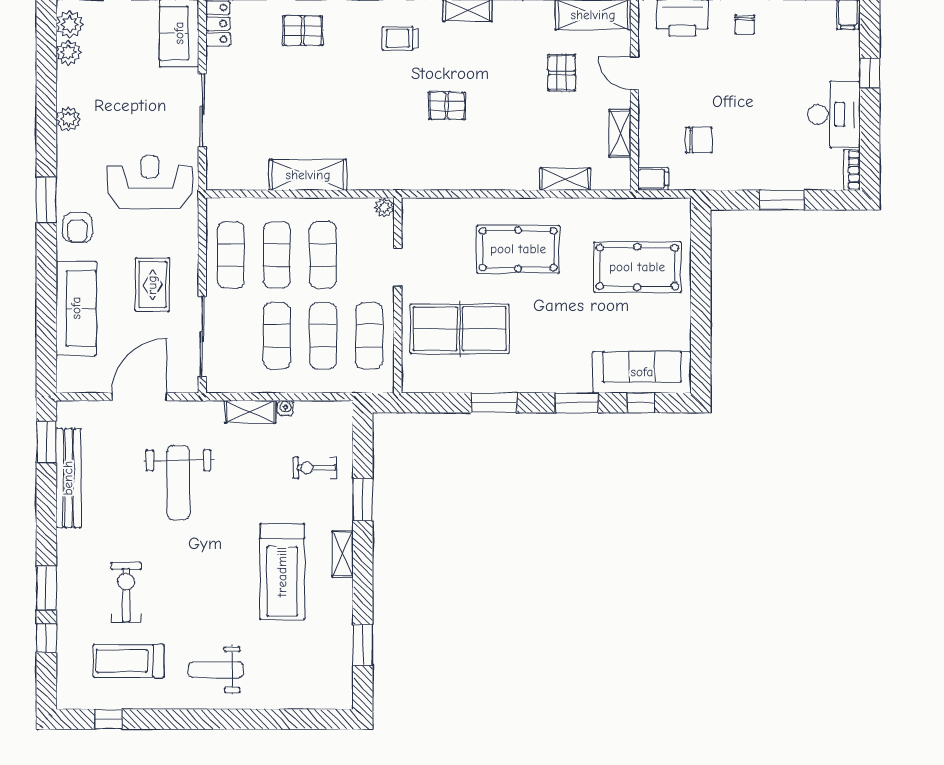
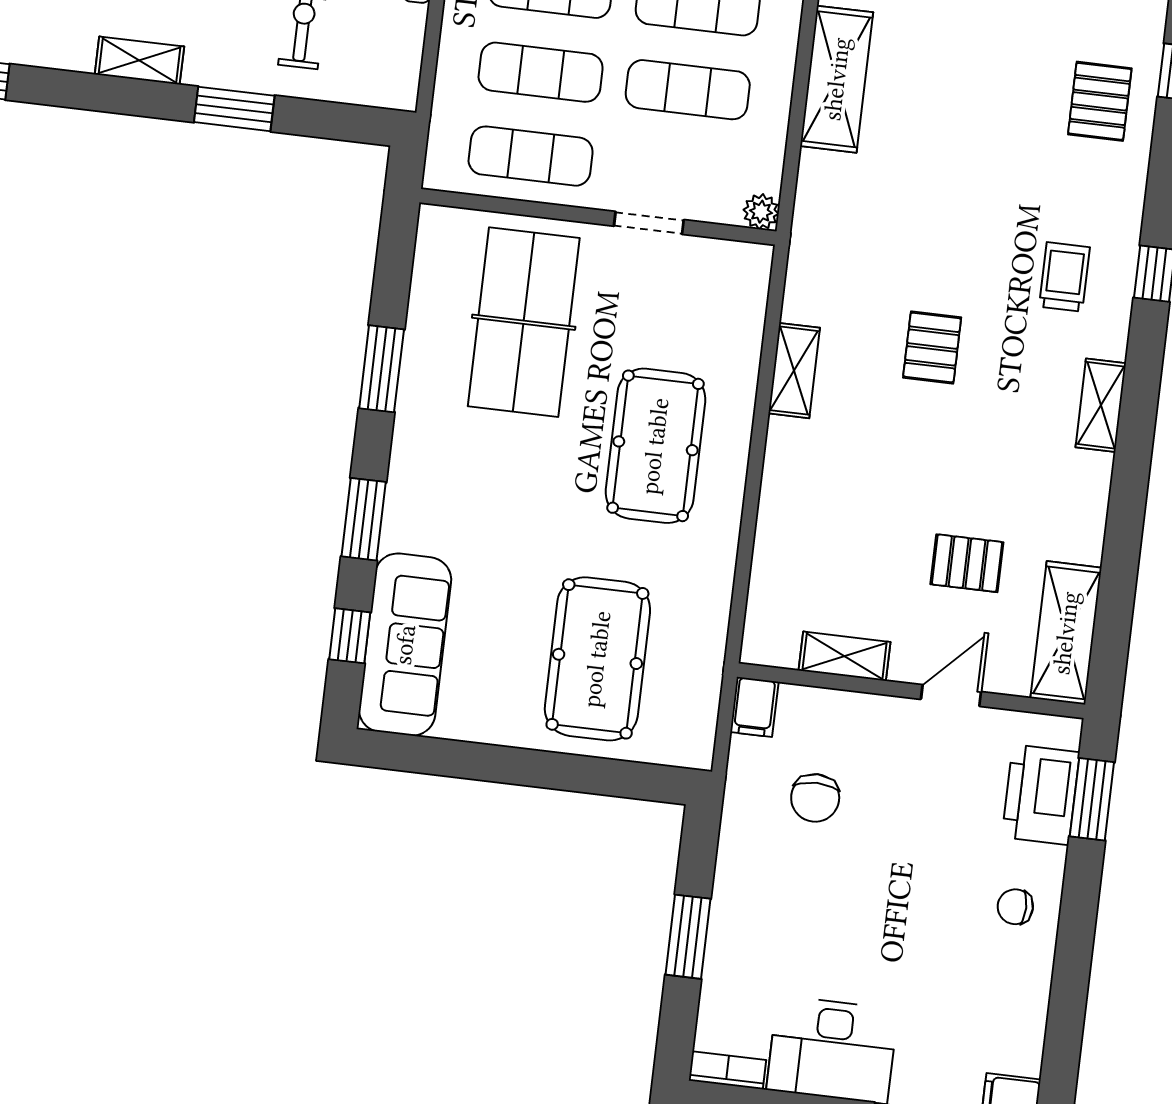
shelving: (565, 179) -> (794, 371), moved

